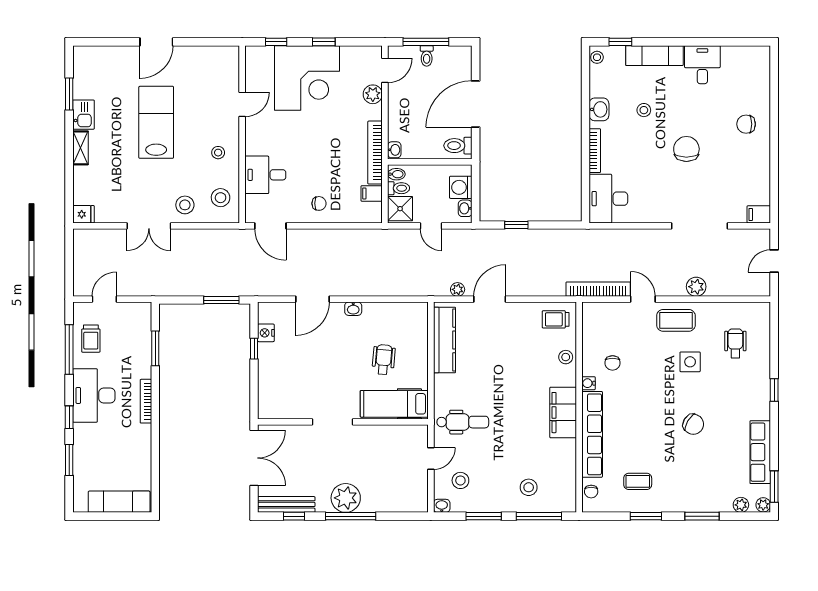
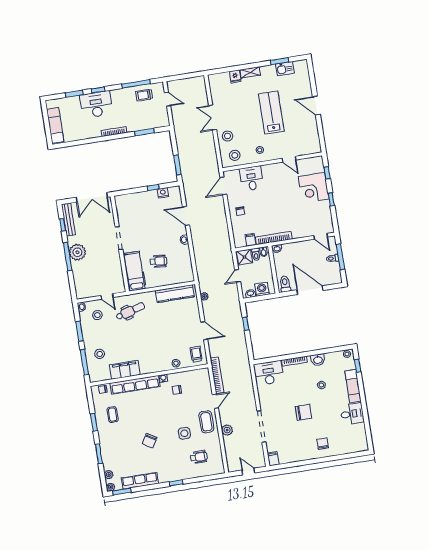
corner desk: (307, 78) -> (314, 188), width x0.74, depth x0.74
plant: (373, 94) -> (306, 232), removed
kitchen sink: (83, 115) -> (285, 69), moved
lab bench: (156, 122) -> (271, 113), turned -90
fridge: (83, 214) -> (235, 76), moved
door: (490, 299) -> (204, 331), moved
desk: (94, 395) -> (96, 104), moved
filing cabinet: (563, 413) -> (125, 370), moved
dental chair: (463, 422) -> (130, 311), turned -106

